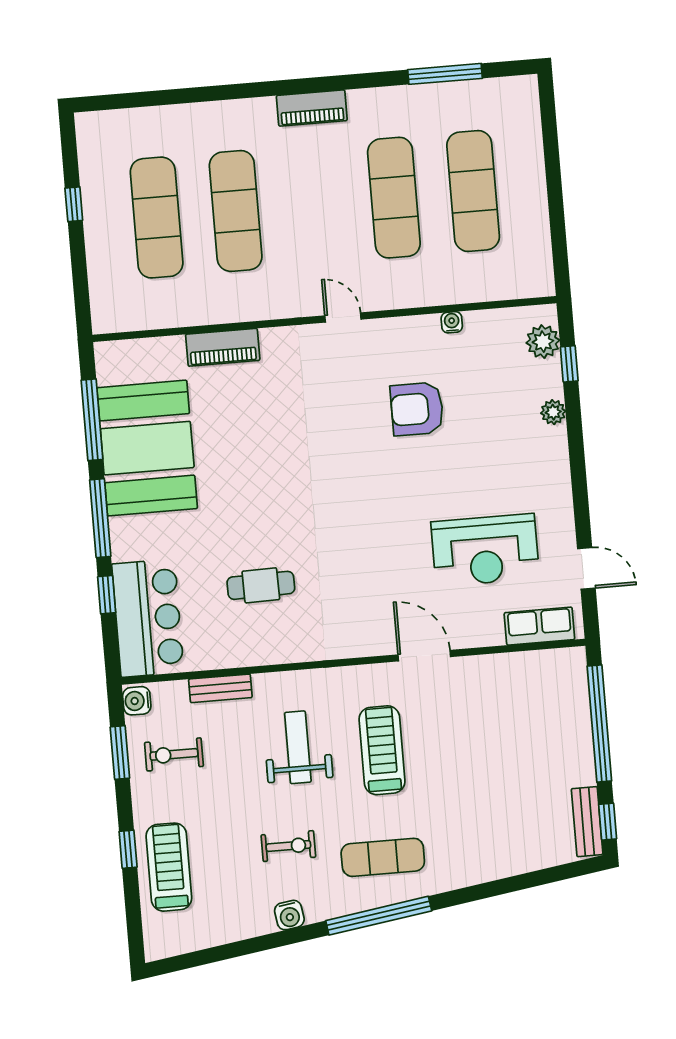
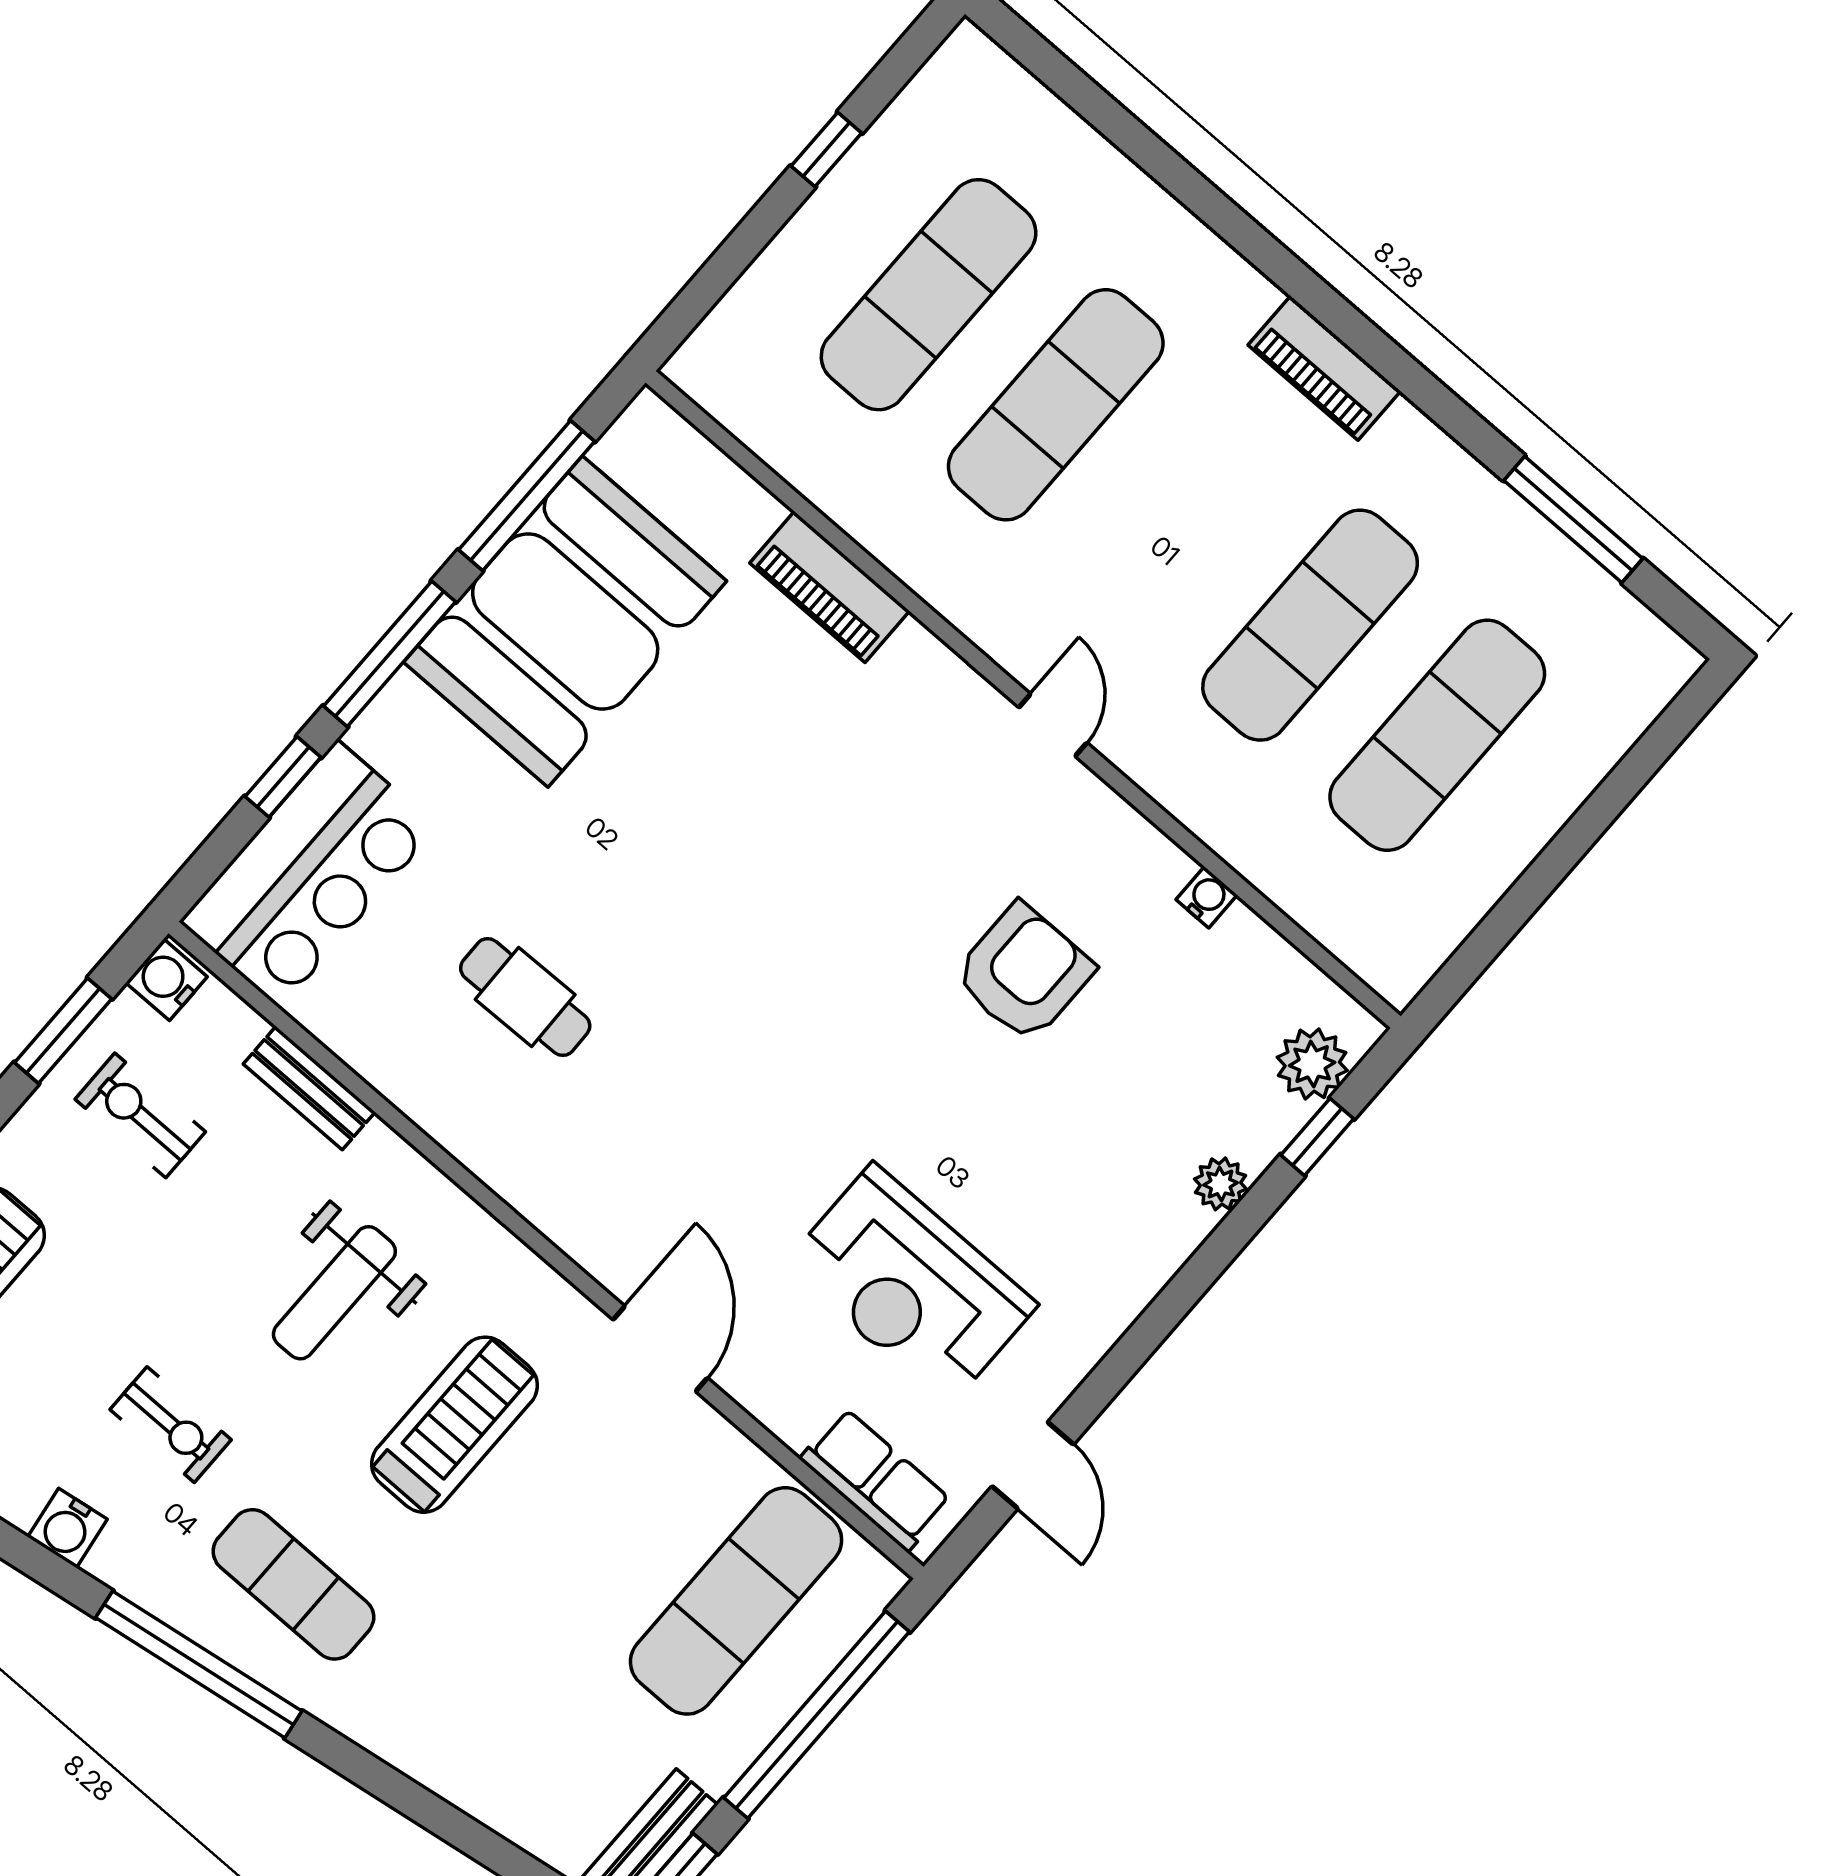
armchair: (417, 409) -> (1024, 973), turned 90
exercise mat: (534, 713) -> (736, 1601), added
weight bench: (298, 747) -> (334, 1293), turned 180

